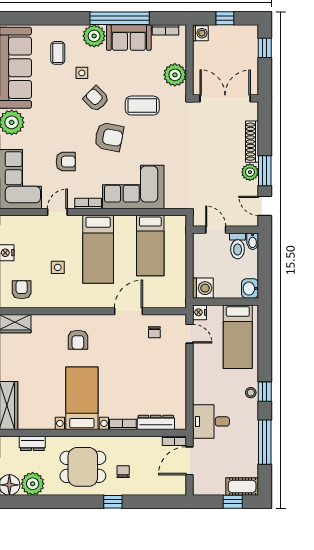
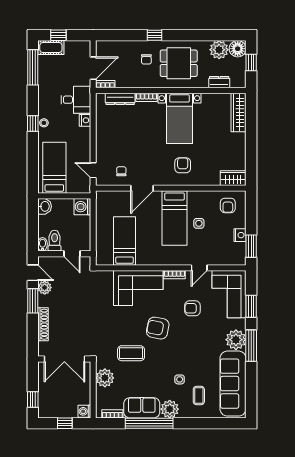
armchair: (96, 99) -> (168, 359), removed
plant: (250, 172) -> (45, 288), moved
bed: (98, 249) -> (174, 218), moved, turned 180
nightstand: (200, 312) -> (85, 120), moved
window: (265, 442) -> (33, 67), moved

